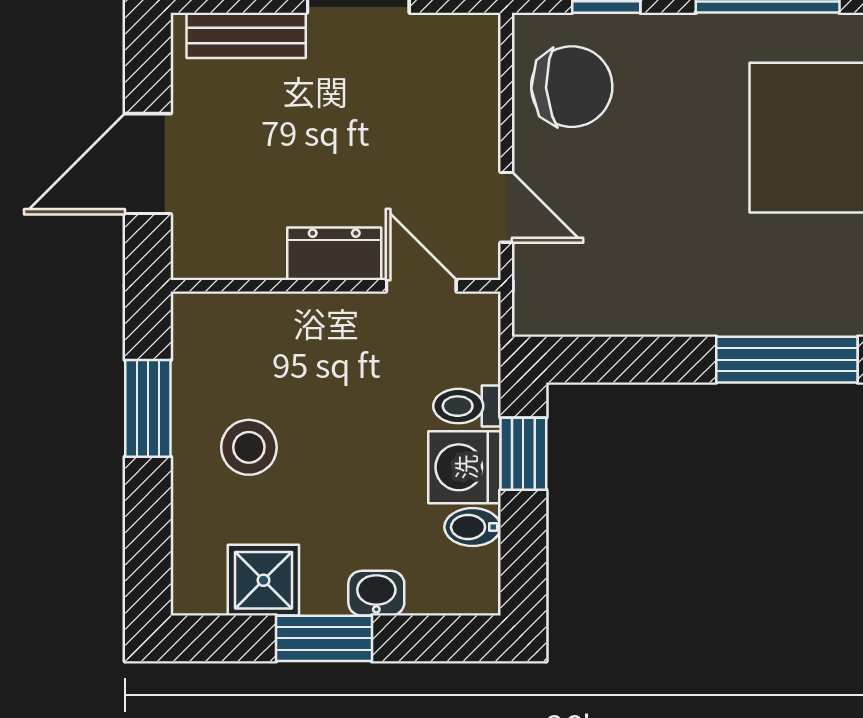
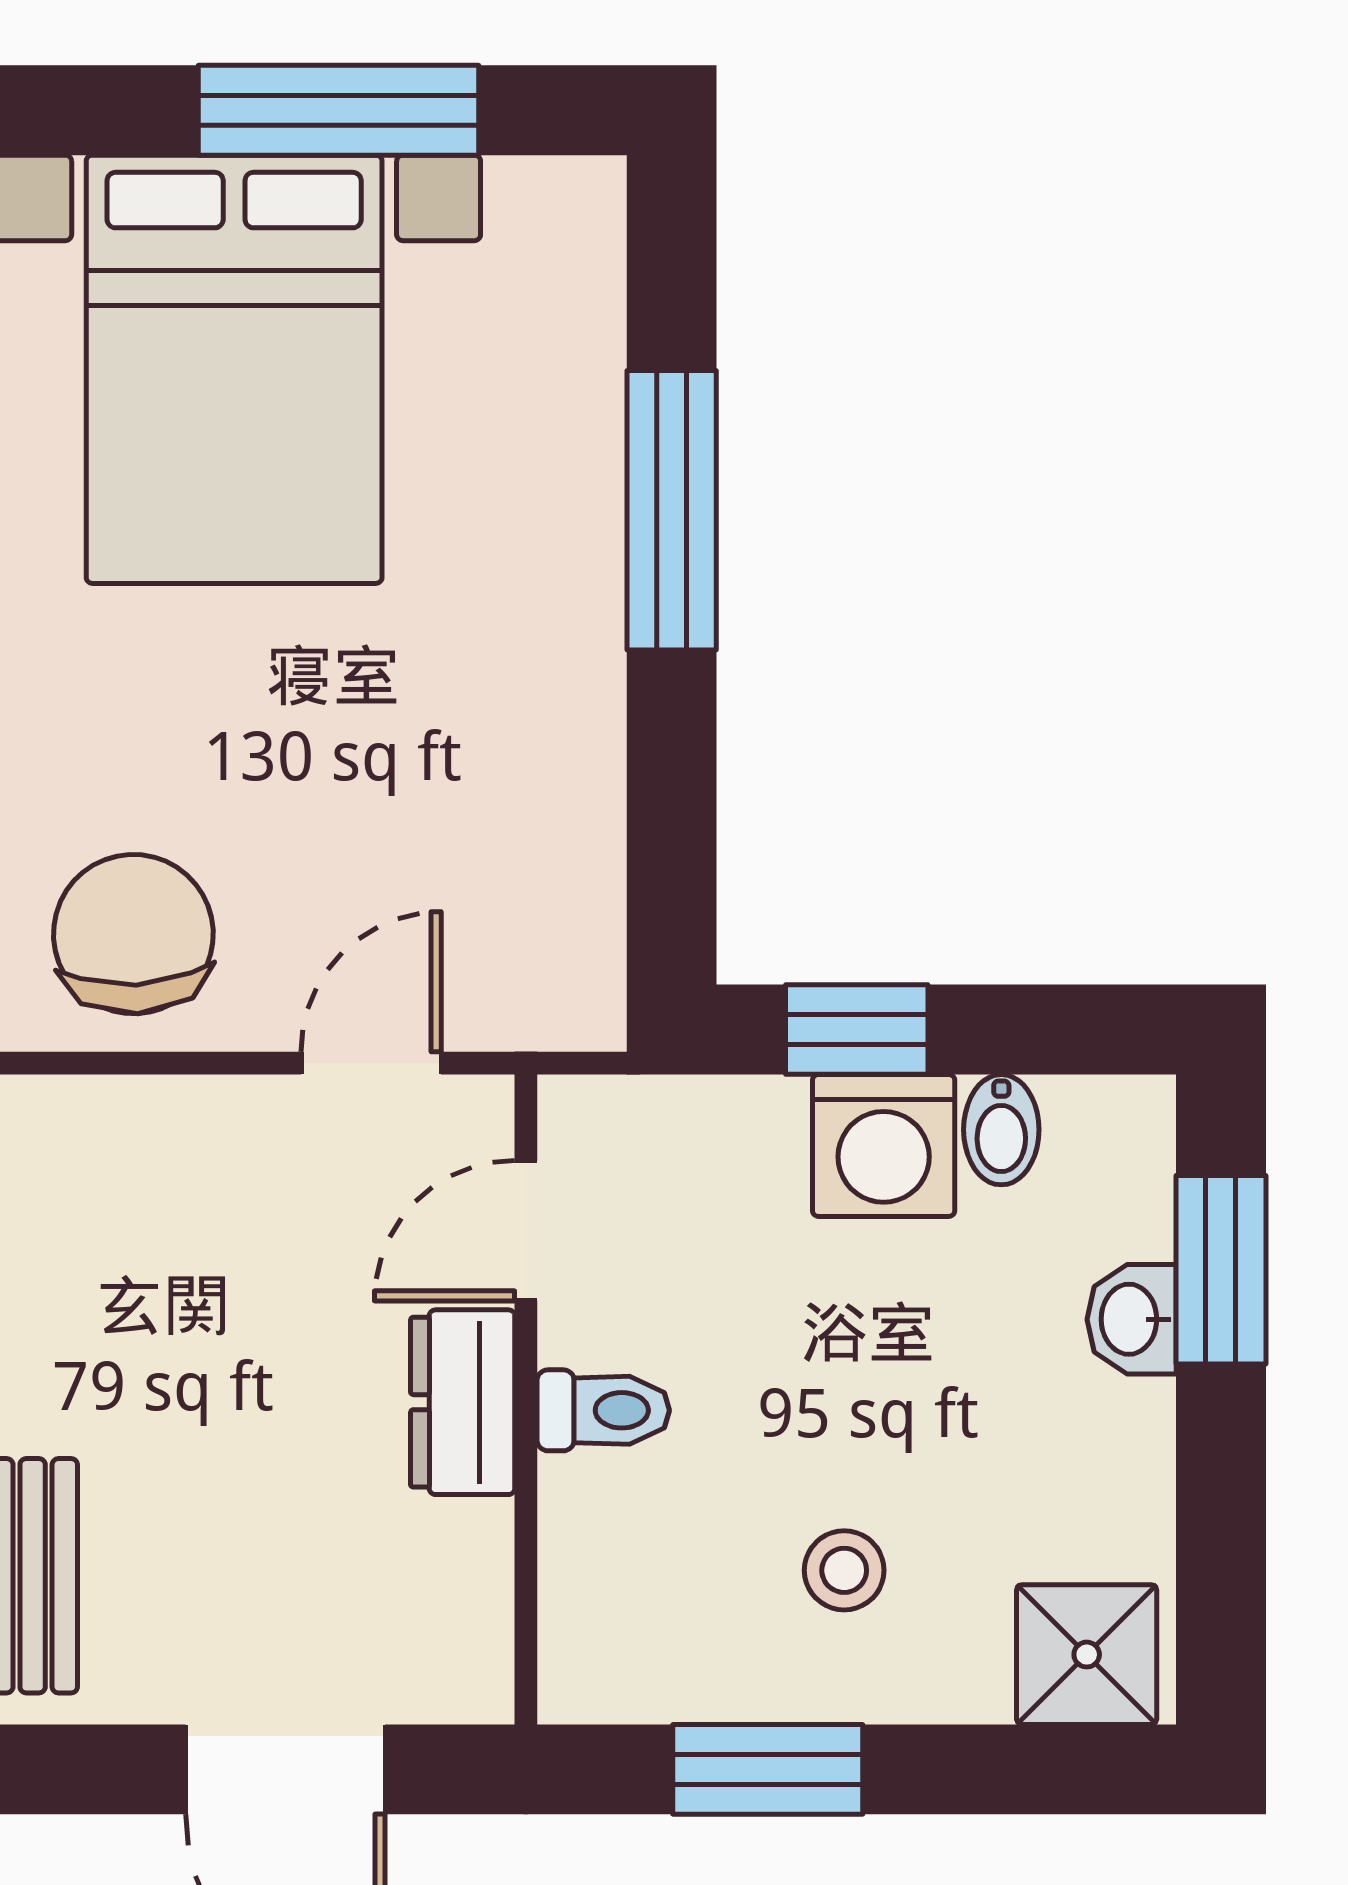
toilet: (467, 406) -> (603, 1410), moved, turned -90
stool: (249, 447) -> (844, 1570), width x0.73, depth x0.73
shower: (263, 580) -> (1087, 1655), moved
window: (324, 638) -> (1221, 1270), moved

